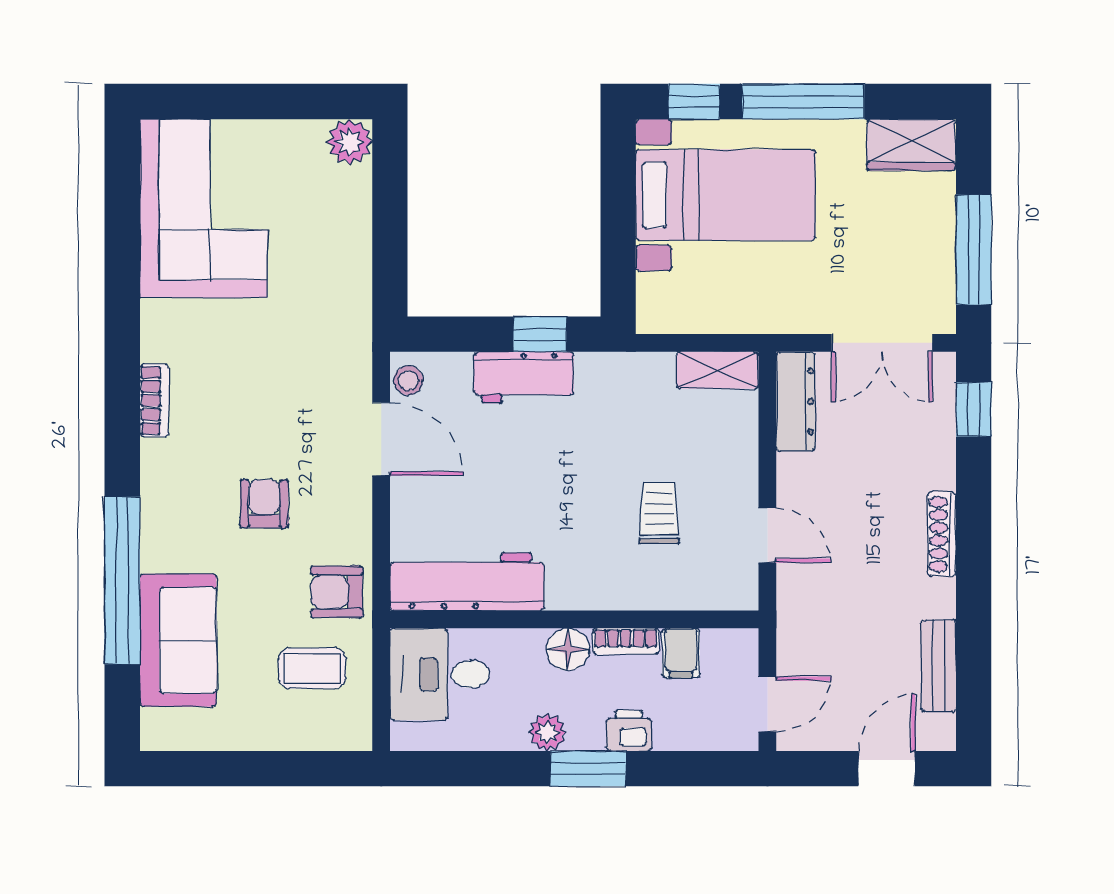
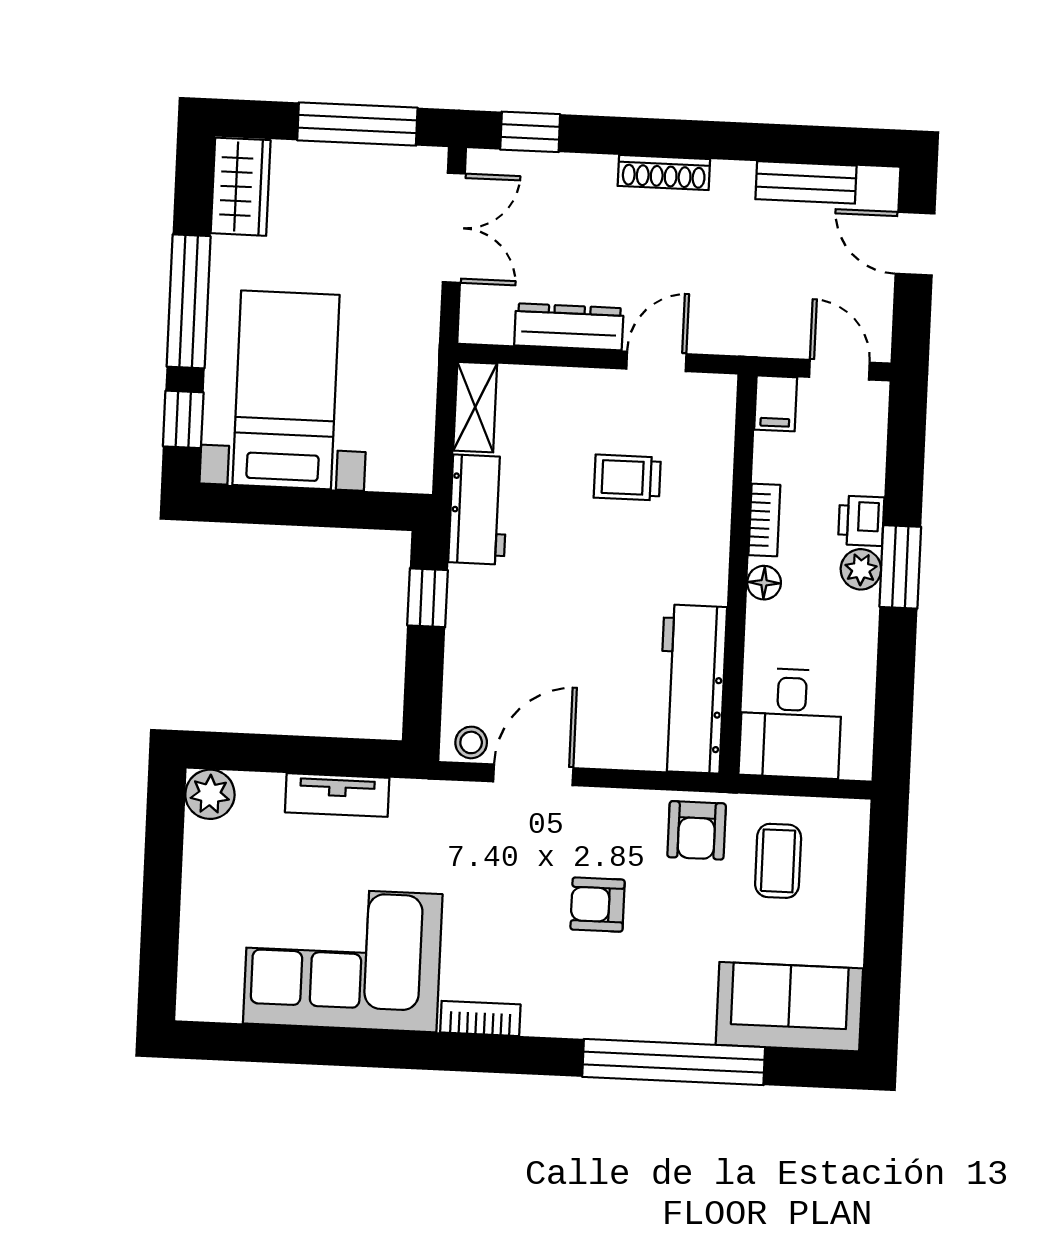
corner sofa: (204, 208) -> (343, 959), moved
tv unit: (354, 259) -> (337, 795), added
workbench: (524, 377) -> (478, 510), moved
dresser: (796, 401) -> (569, 327), moved
sofa: (178, 640) -> (789, 1007), moved
floor lamp: (568, 649) -> (764, 583), width x0.73, depth x0.73
filing cabinet: (681, 653) -> (776, 403), moved, turned 90
plant: (547, 732) -> (861, 569), moved

